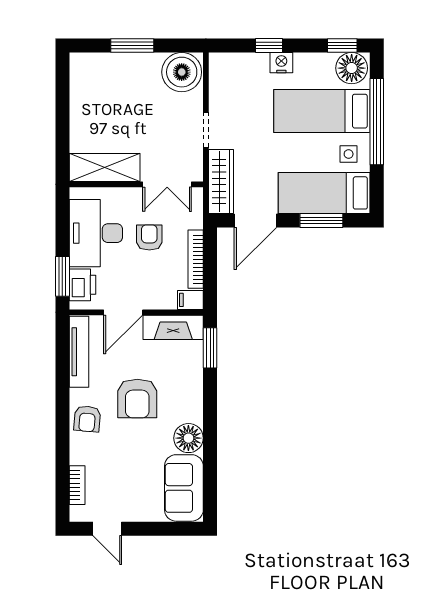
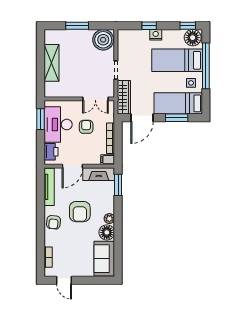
shelving: (105, 167) -> (51, 63), moved, turned 90
window: (62, 276) -> (40, 119), moved
plant: (193, 412) -> (109, 219), added

